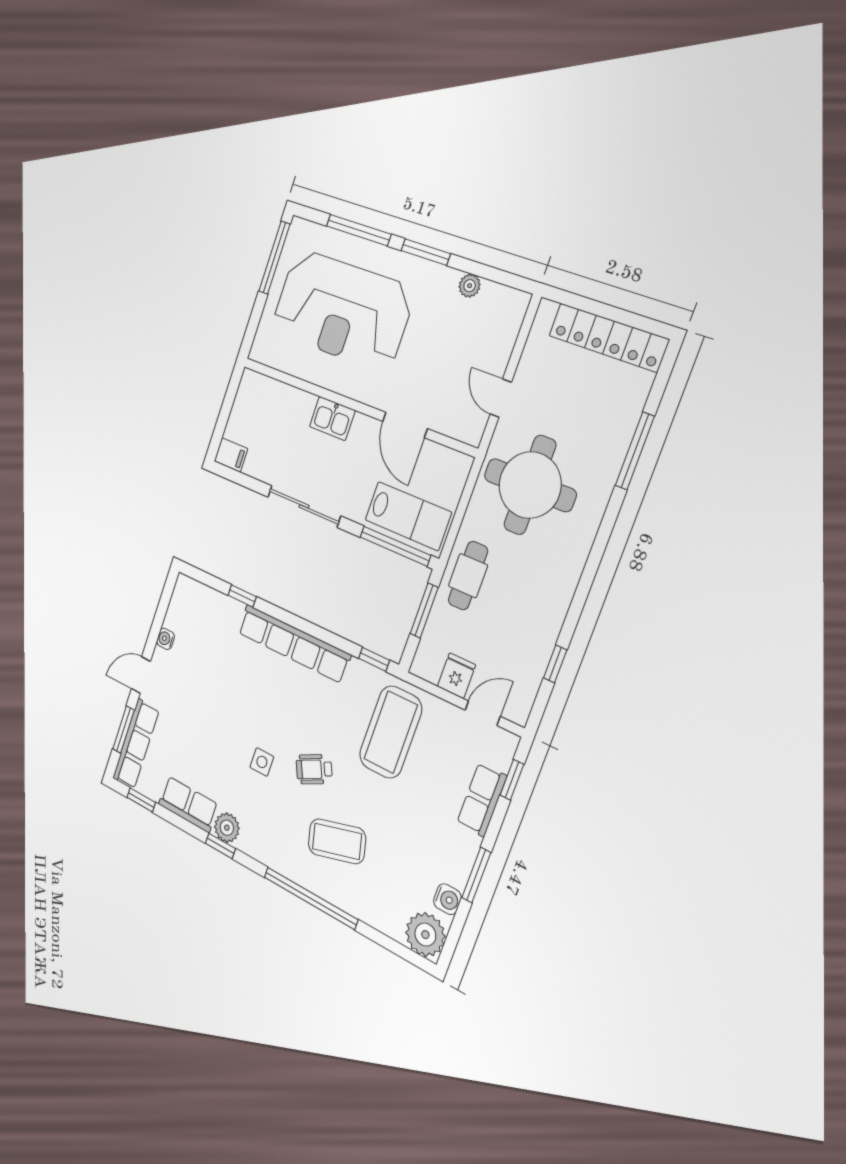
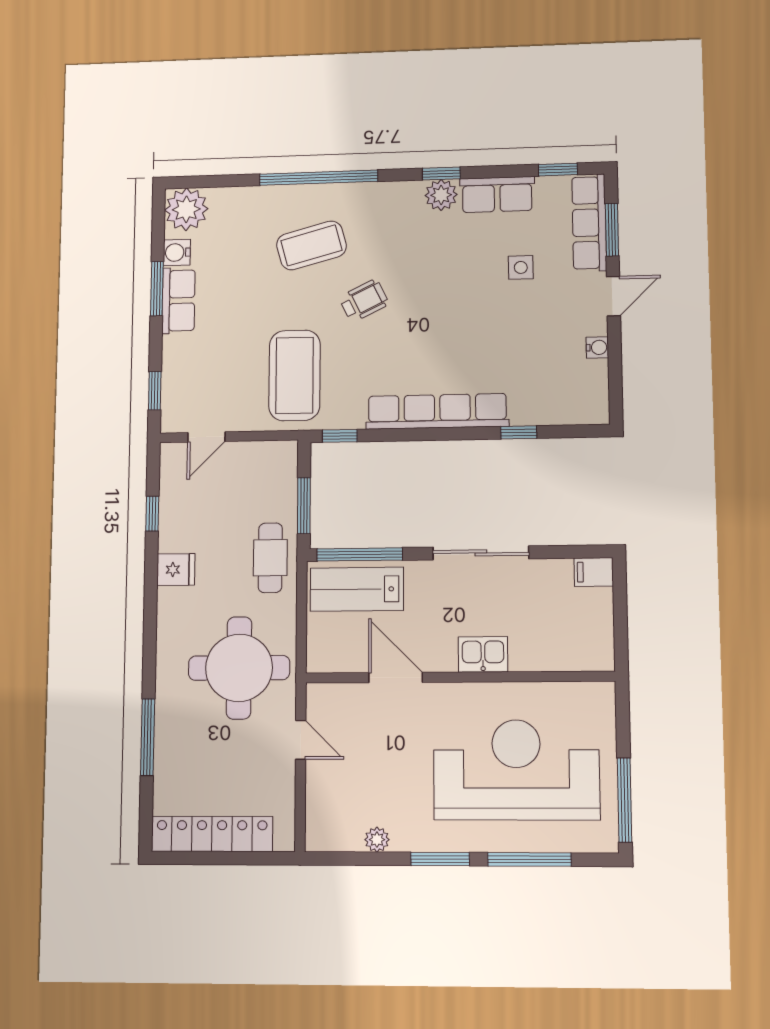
fridge: (456, 676) -> (176, 570), moved, turned -90
side table: (262, 762) -> (521, 267), moved
row of seats: (482, 800) -> (178, 301), moved

